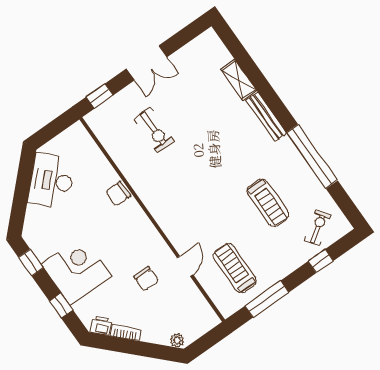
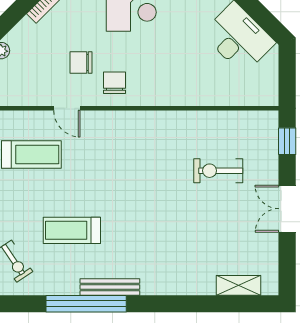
shelving: (239, 80) -> (238, 285), moved
bench: (266, 117) -> (110, 287), moved
chair: (118, 194) -> (114, 83), moved

